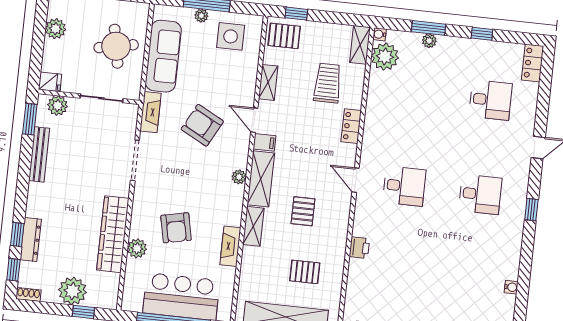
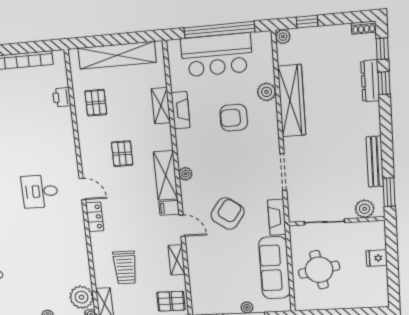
plant: (56, 29) -> (378, 276), removed
side table: (231, 36) -> (218, 294), removed
fridge: (50, 82) -> (377, 258), moved
armchair: (202, 125) -> (228, 213), turned -82
locker: (351, 126) -> (95, 217), moved
shelving: (253, 226) -> (161, 106), moved
armchair: (176, 228) -> (234, 118), turned -78
printer: (359, 248) -> (62, 97), moved
pallet: (305, 272) -> (96, 103), moved, turned 90
plant: (73, 291) -> (283, 37), moved, width x0.53, depth x0.53

